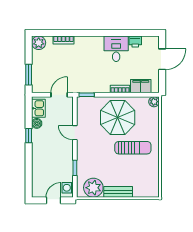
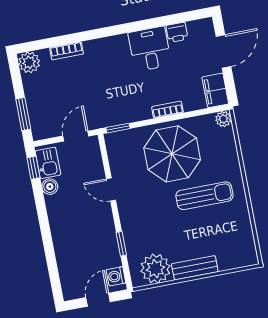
filing cabinet: (141, 86) -> (215, 90), moved, turned -90
window: (29, 136) -> (33, 168), moved

